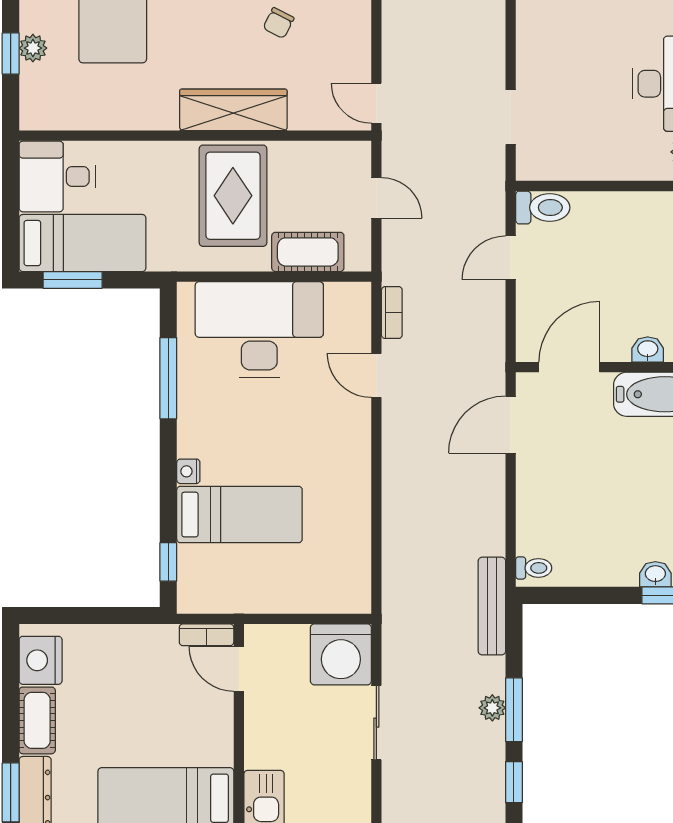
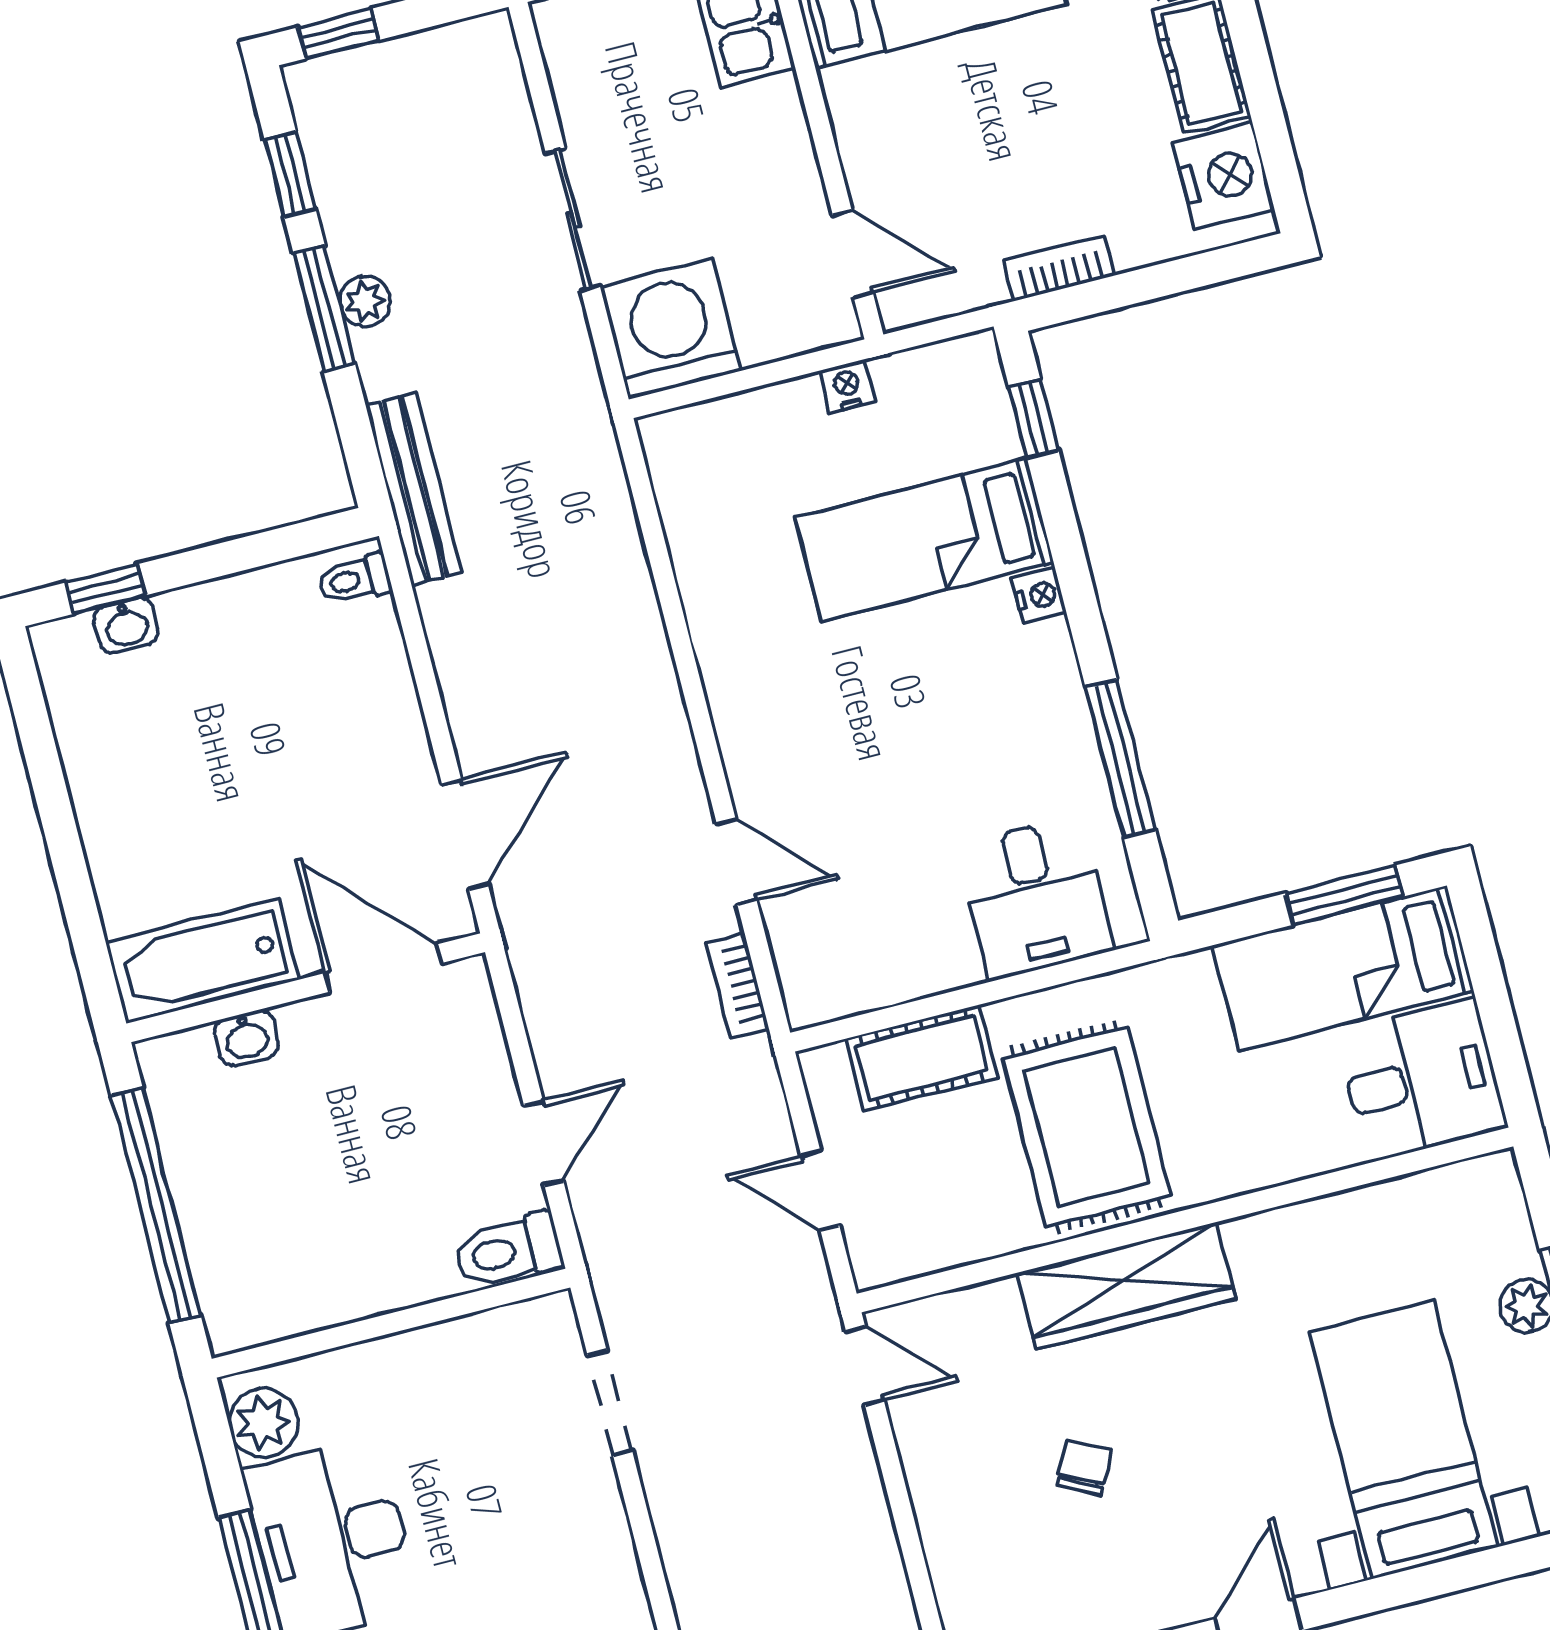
desk: (259, 330) -> (1035, 898), width x0.53, depth x0.77
door: (569, 367) -> (383, 968), swing flipped
nightstand: (259, 602) -> (847, 386), added
bookcase: (207, 635) -> (1059, 268), moved

